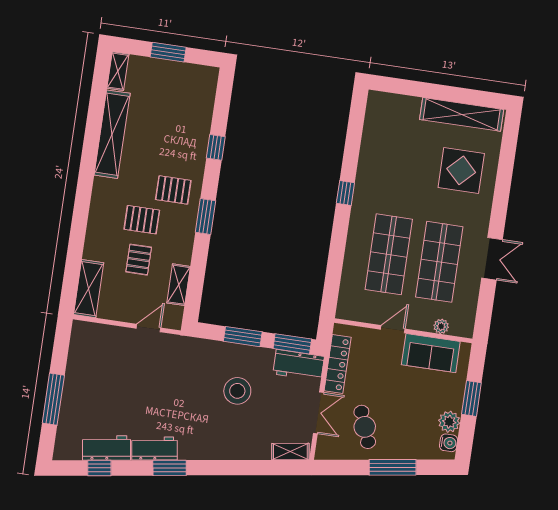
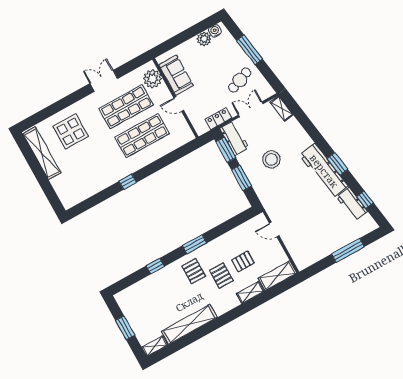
shelving: (179, 285) -> (250, 292), moved
plant: (441, 326) -> (152, 79), width x1.88, depth x1.88
locker: (338, 364) -> (218, 119), width x0.66
window: (471, 399) -> (183, 37), removed
workbench: (155, 448) -> (324, 171), width x1.88, depth x1.32

